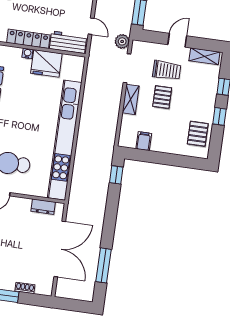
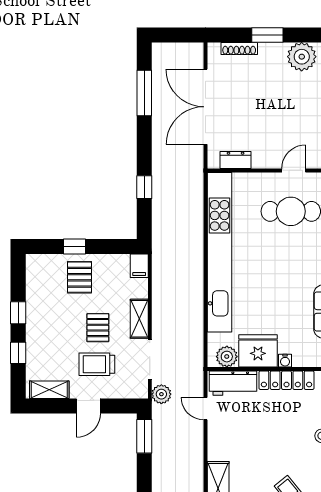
plant: (70, 62) -> (227, 357), added
pallet: (198, 134) -> (79, 277), moved
filing cabinet: (144, 141) -> (139, 266), moved
window: (171, 159) -> (74, 246), added
window: (116, 175) -> (144, 187), moved
shoe rack: (25, 288) -> (239, 49), width x1.43

